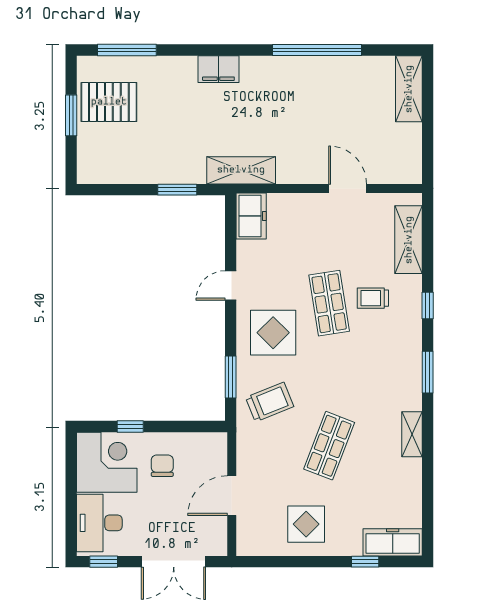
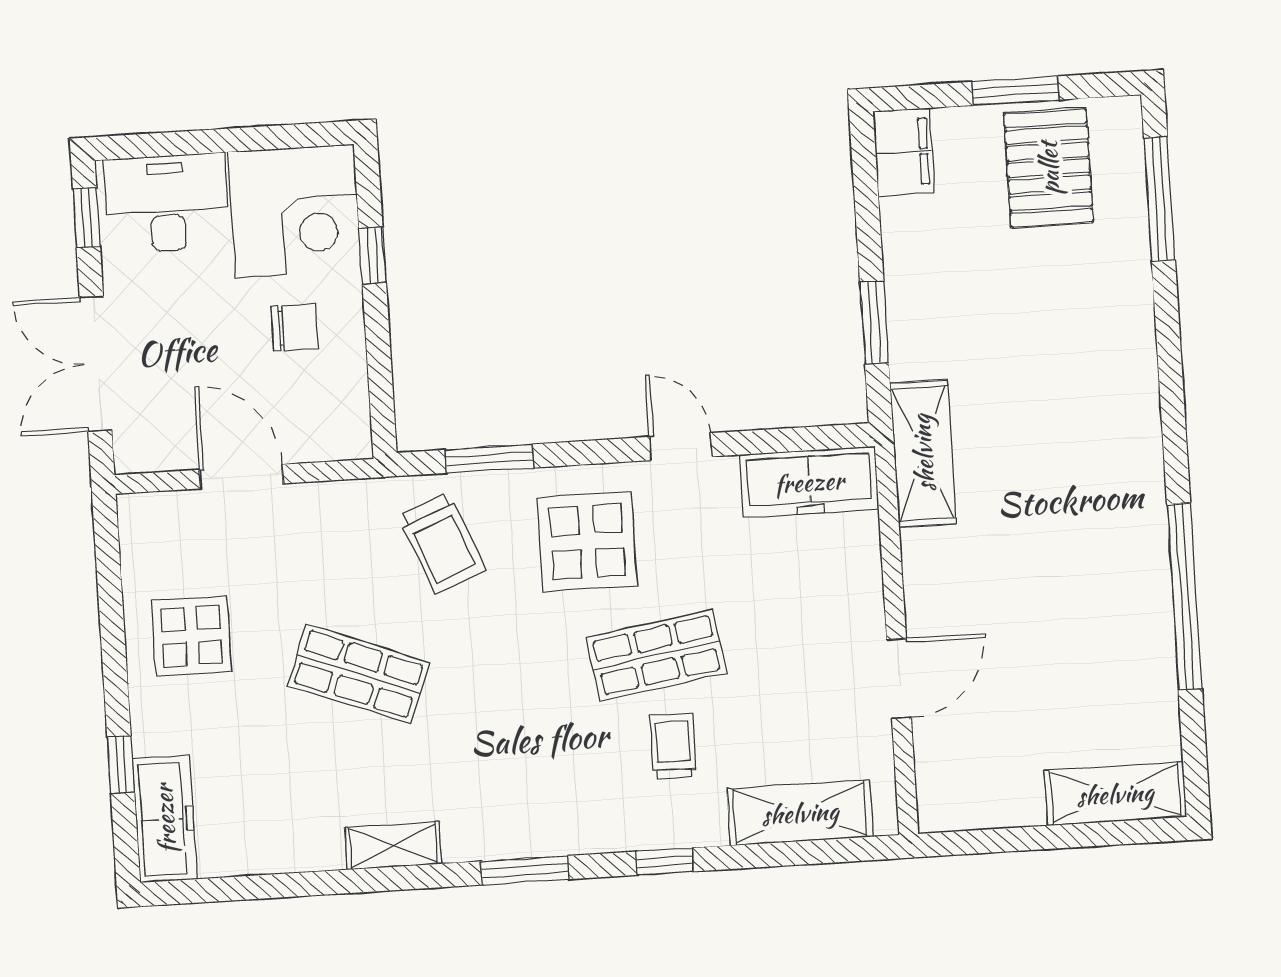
filing cabinet: (218, 69) -> (904, 152), moved, turned 180
freezer: (251, 216) -> (809, 482), width x1.40

